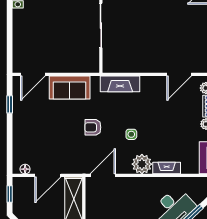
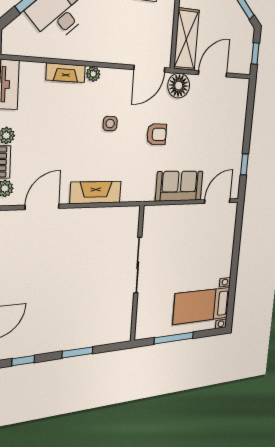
fireplace: (120, 84) -> (96, 192), moved
plant: (142, 164) -> (93, 74), width x0.53, depth x0.53
floor lamp: (25, 169) -> (179, 86), moved, width x1.89, depth x1.89

